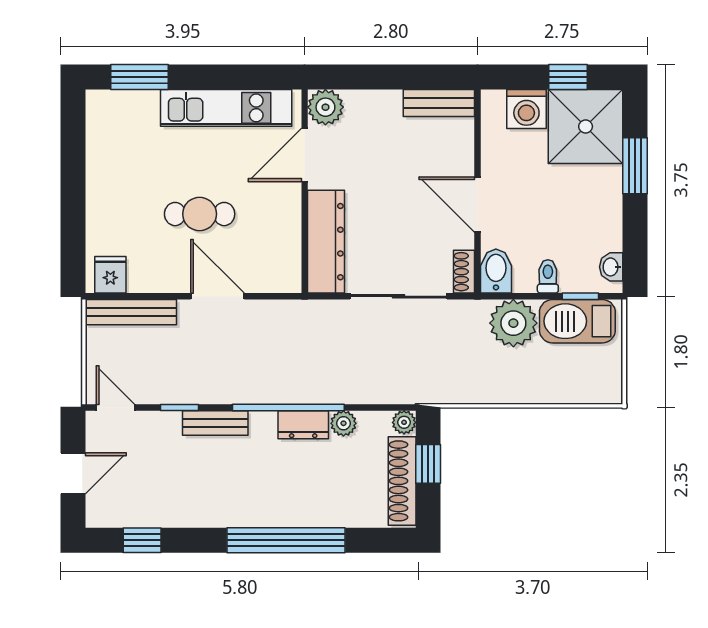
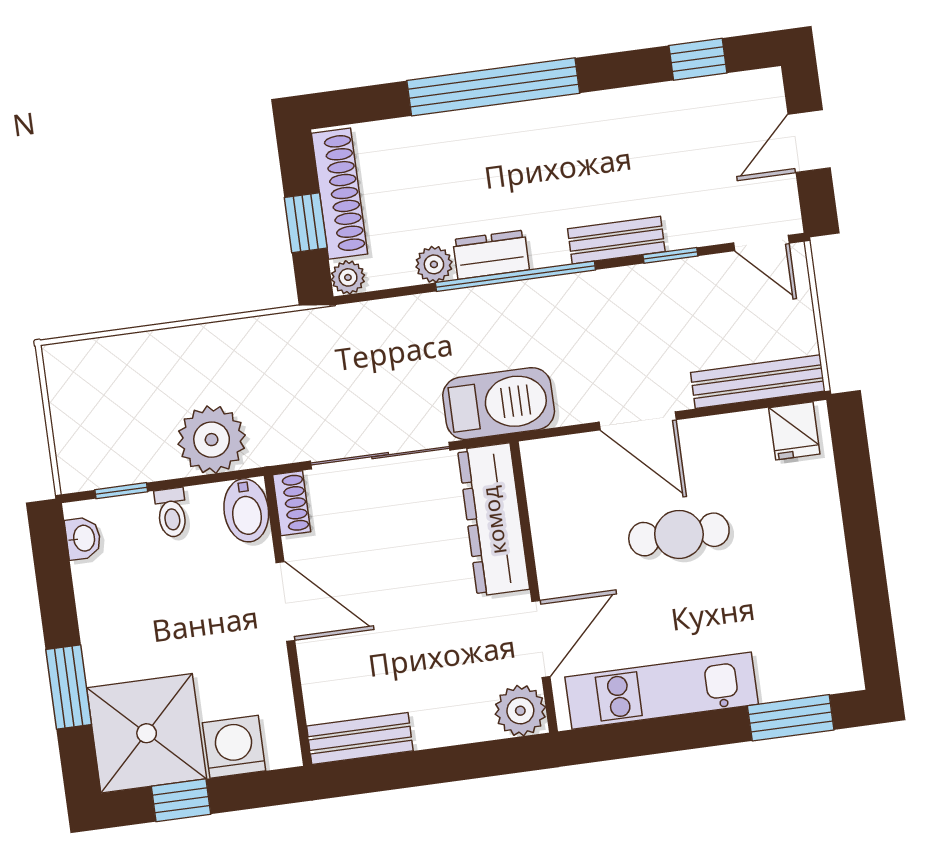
barbecue: (577, 321) -> (499, 404), moved

